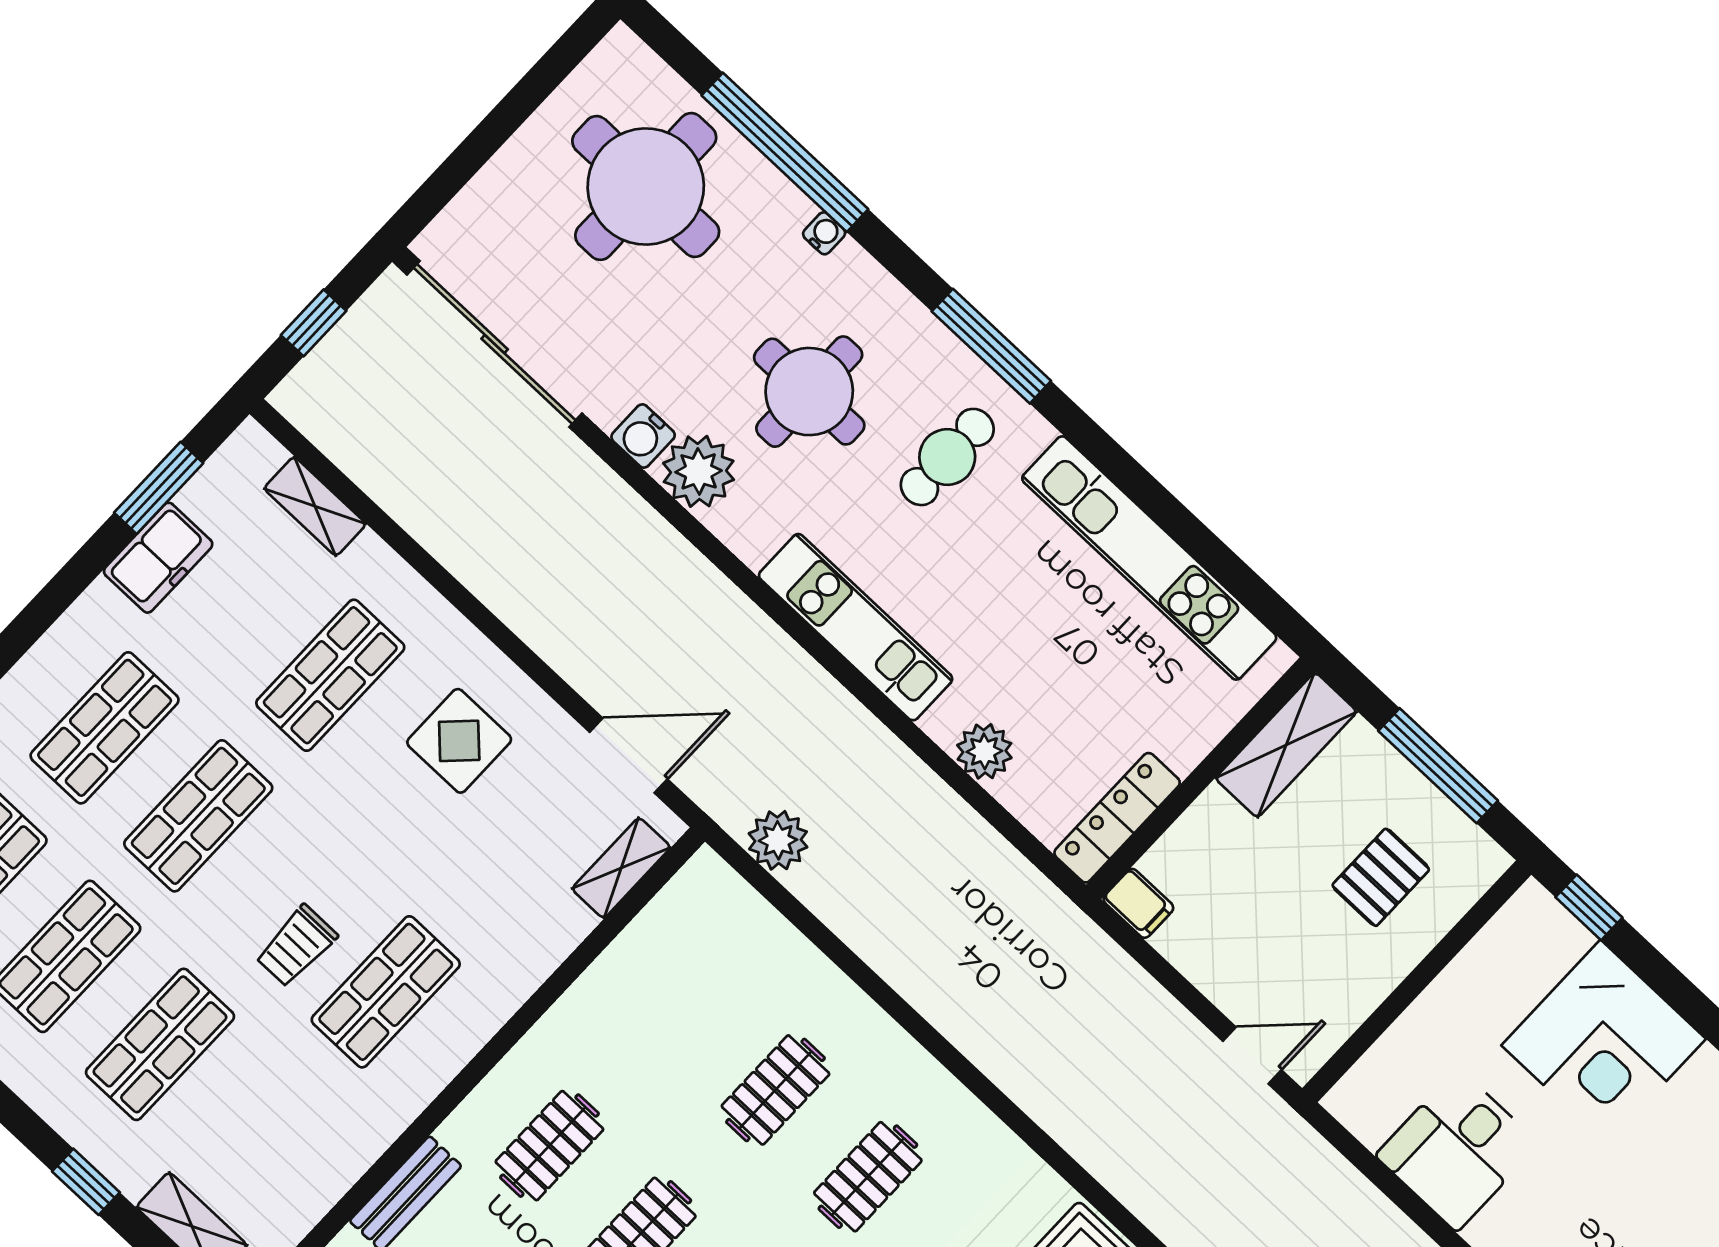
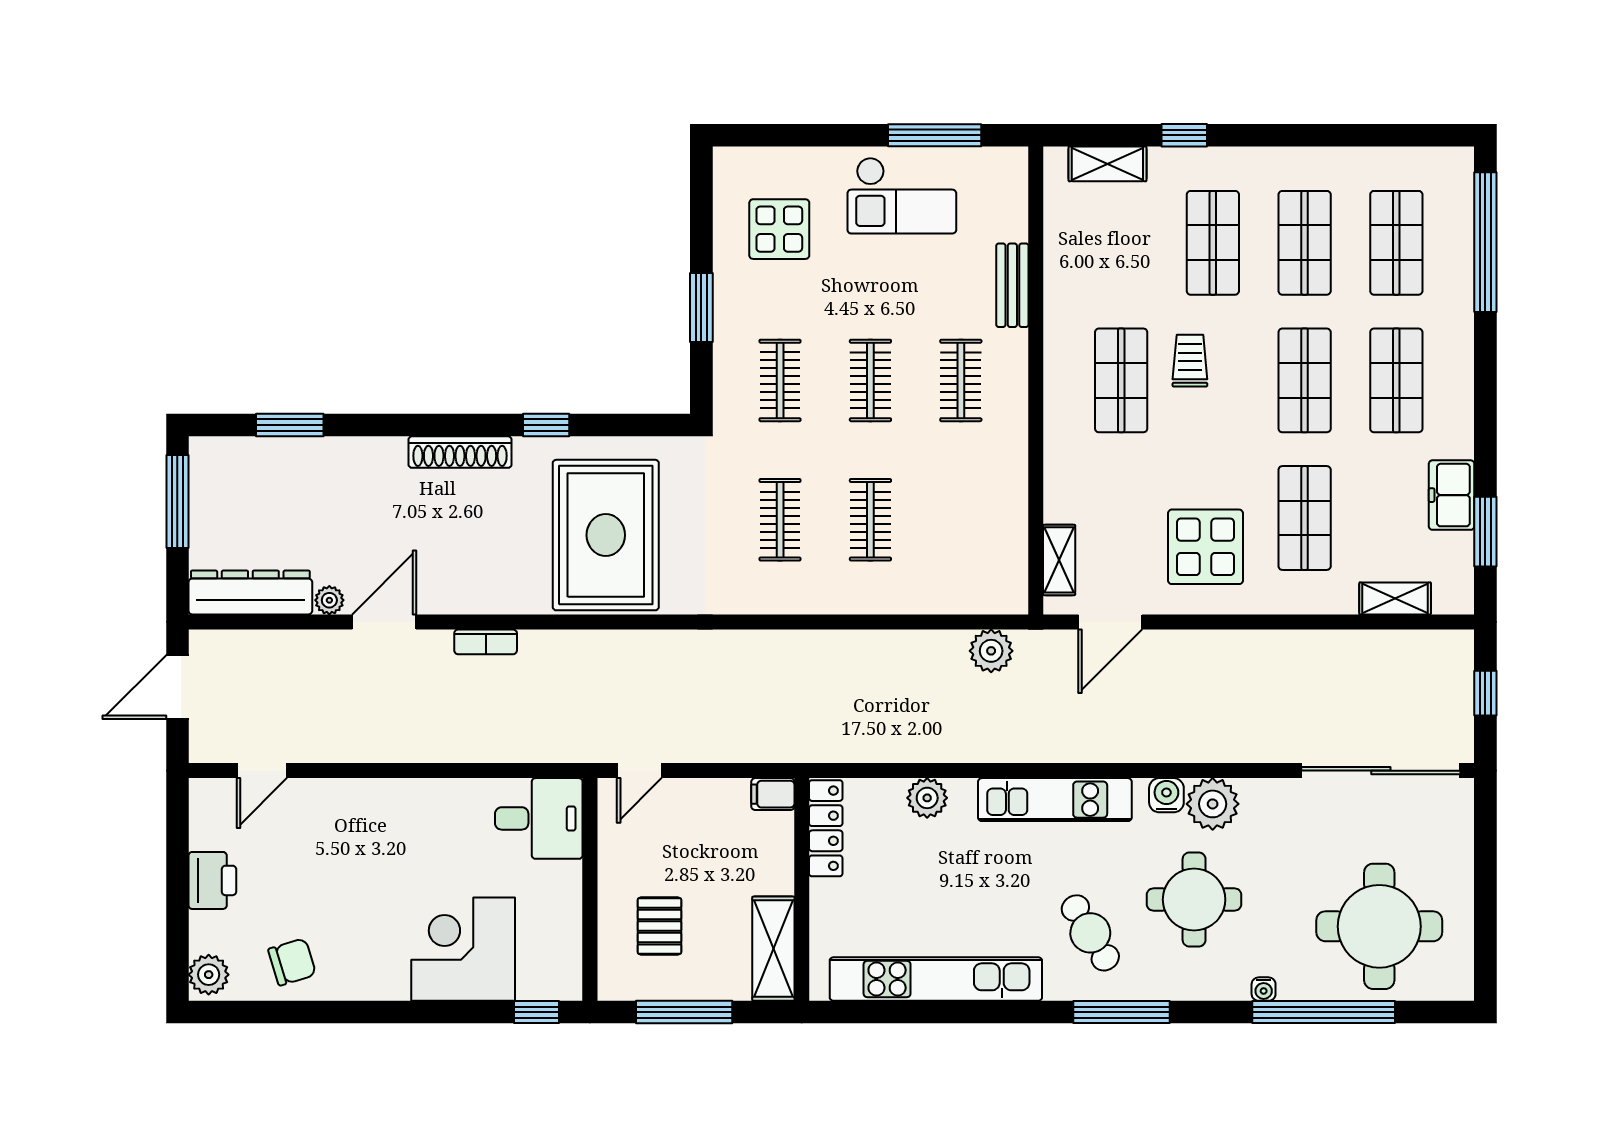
water cooler: (643, 436) -> (1166, 795), moved
cafe table: (947, 457) -> (1090, 933), turned -31
display table: (459, 741) -> (1205, 547), width x1.36, depth x1.36
desk: (1457, 1150) -> (539, 818), moved, turned 90

